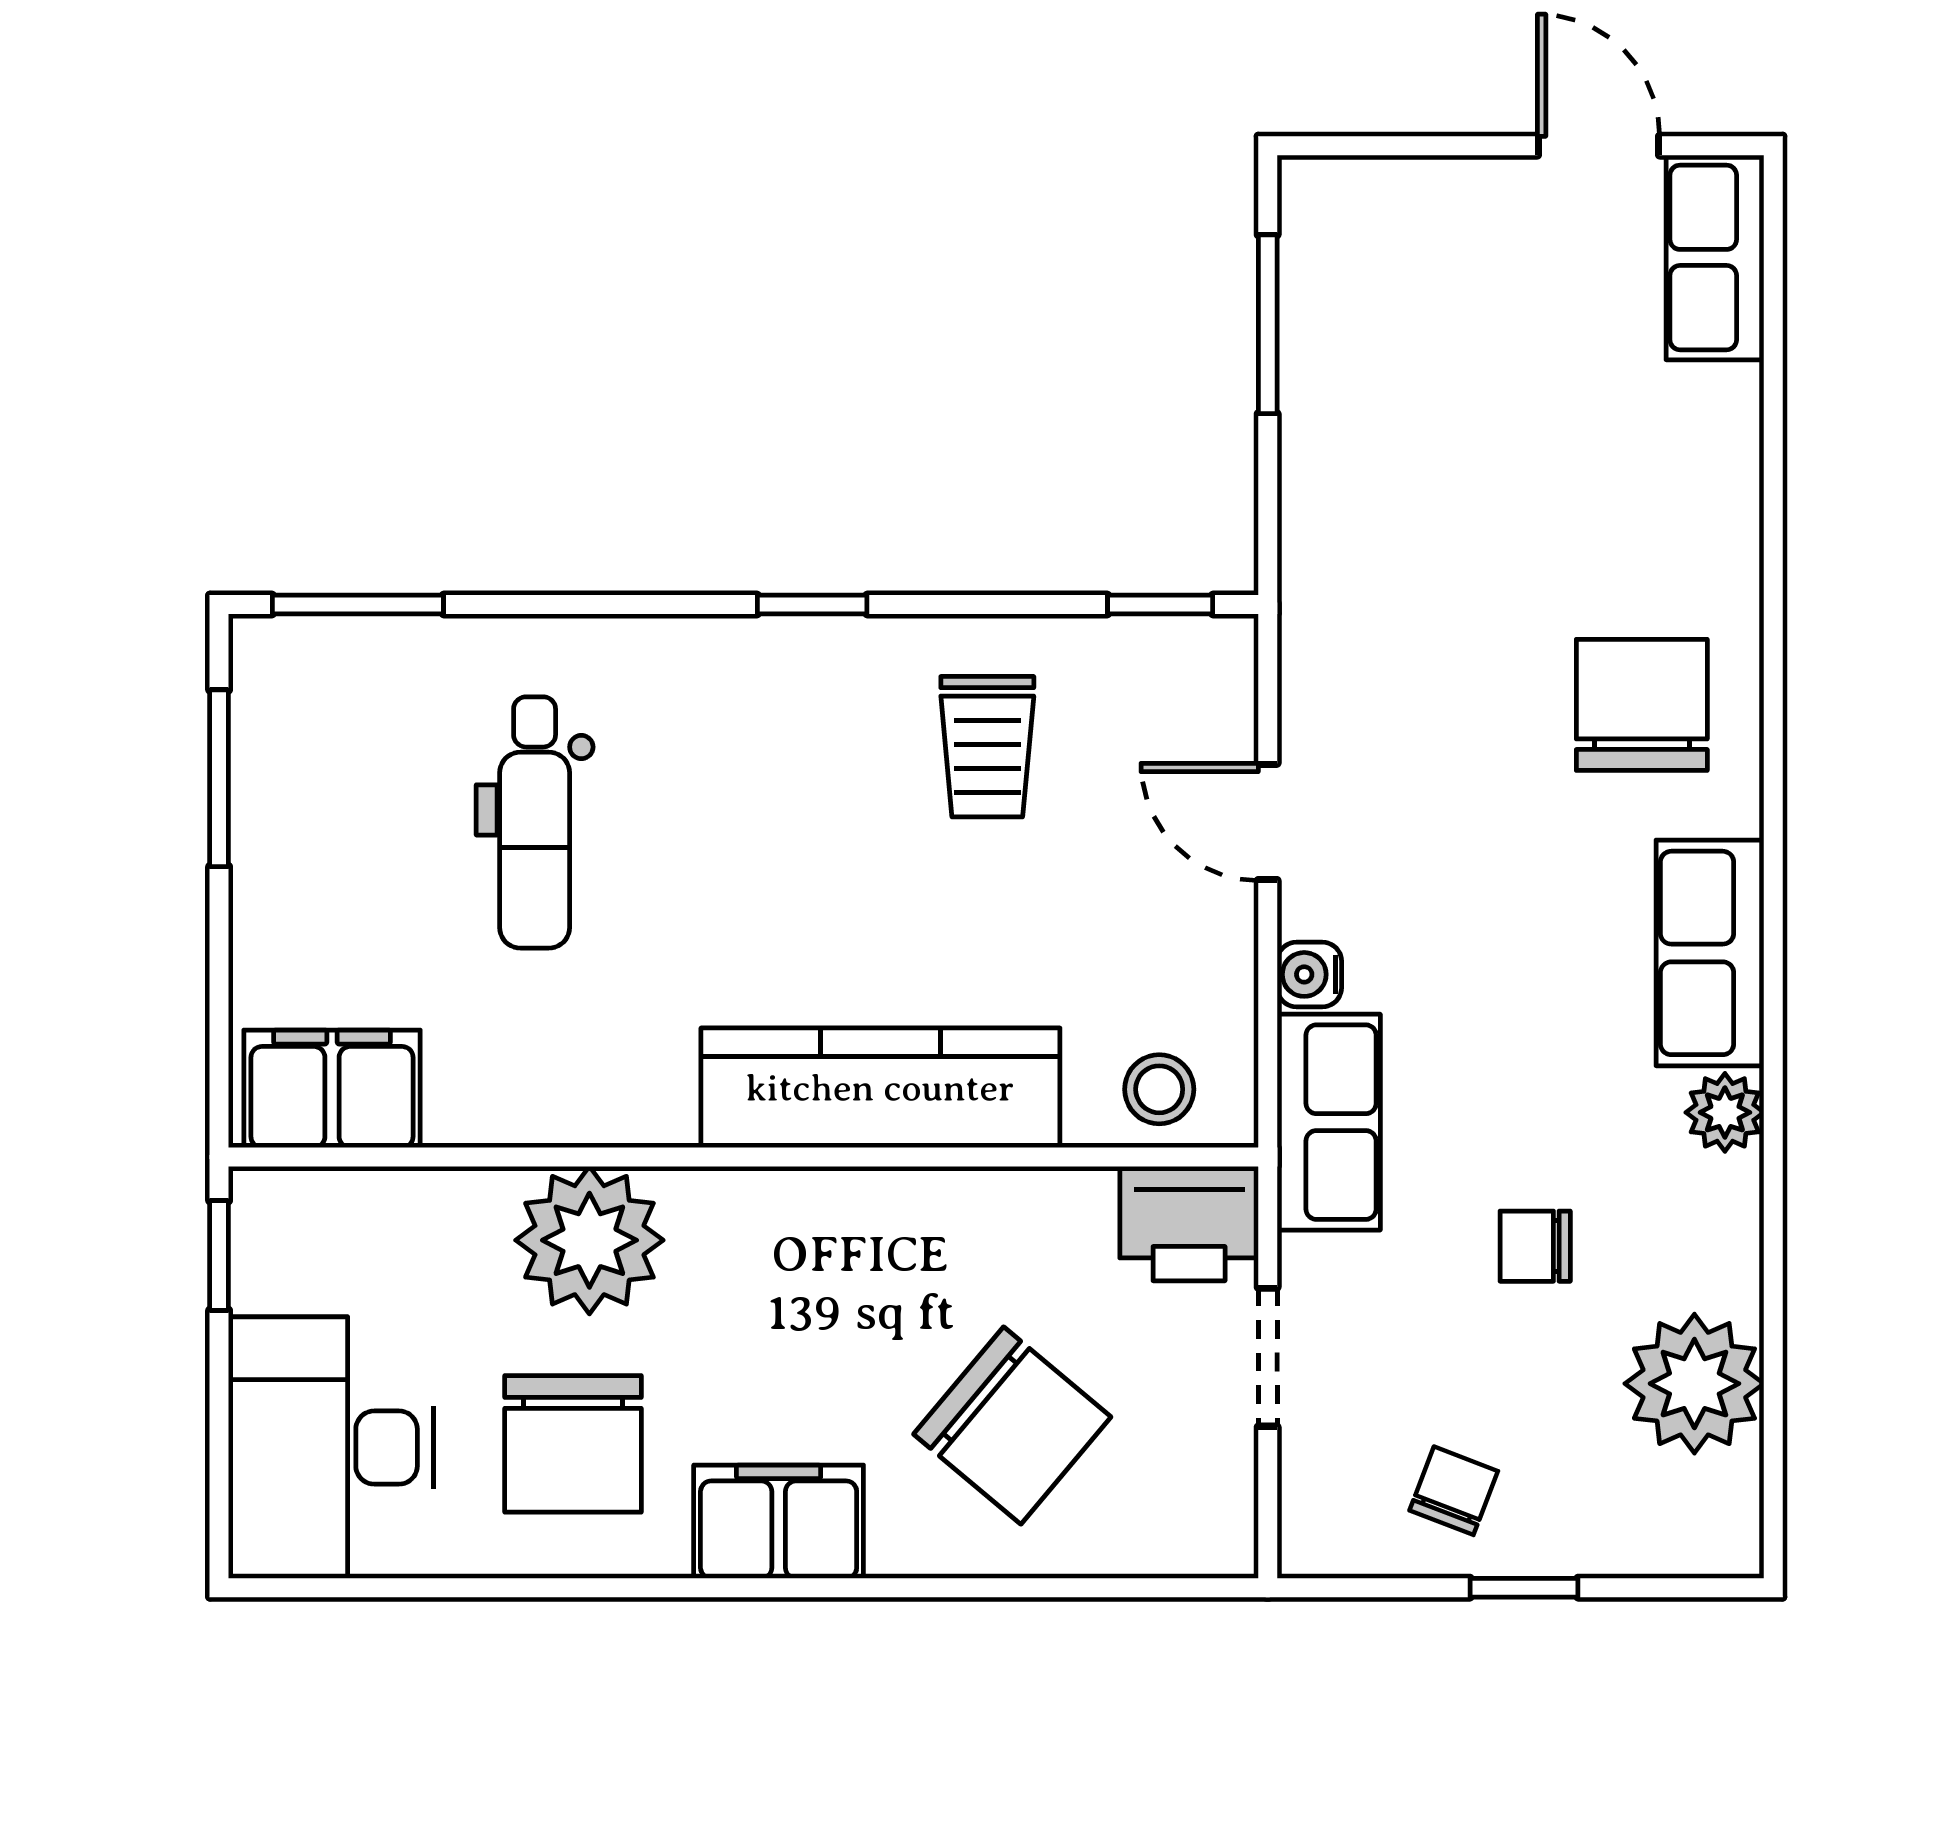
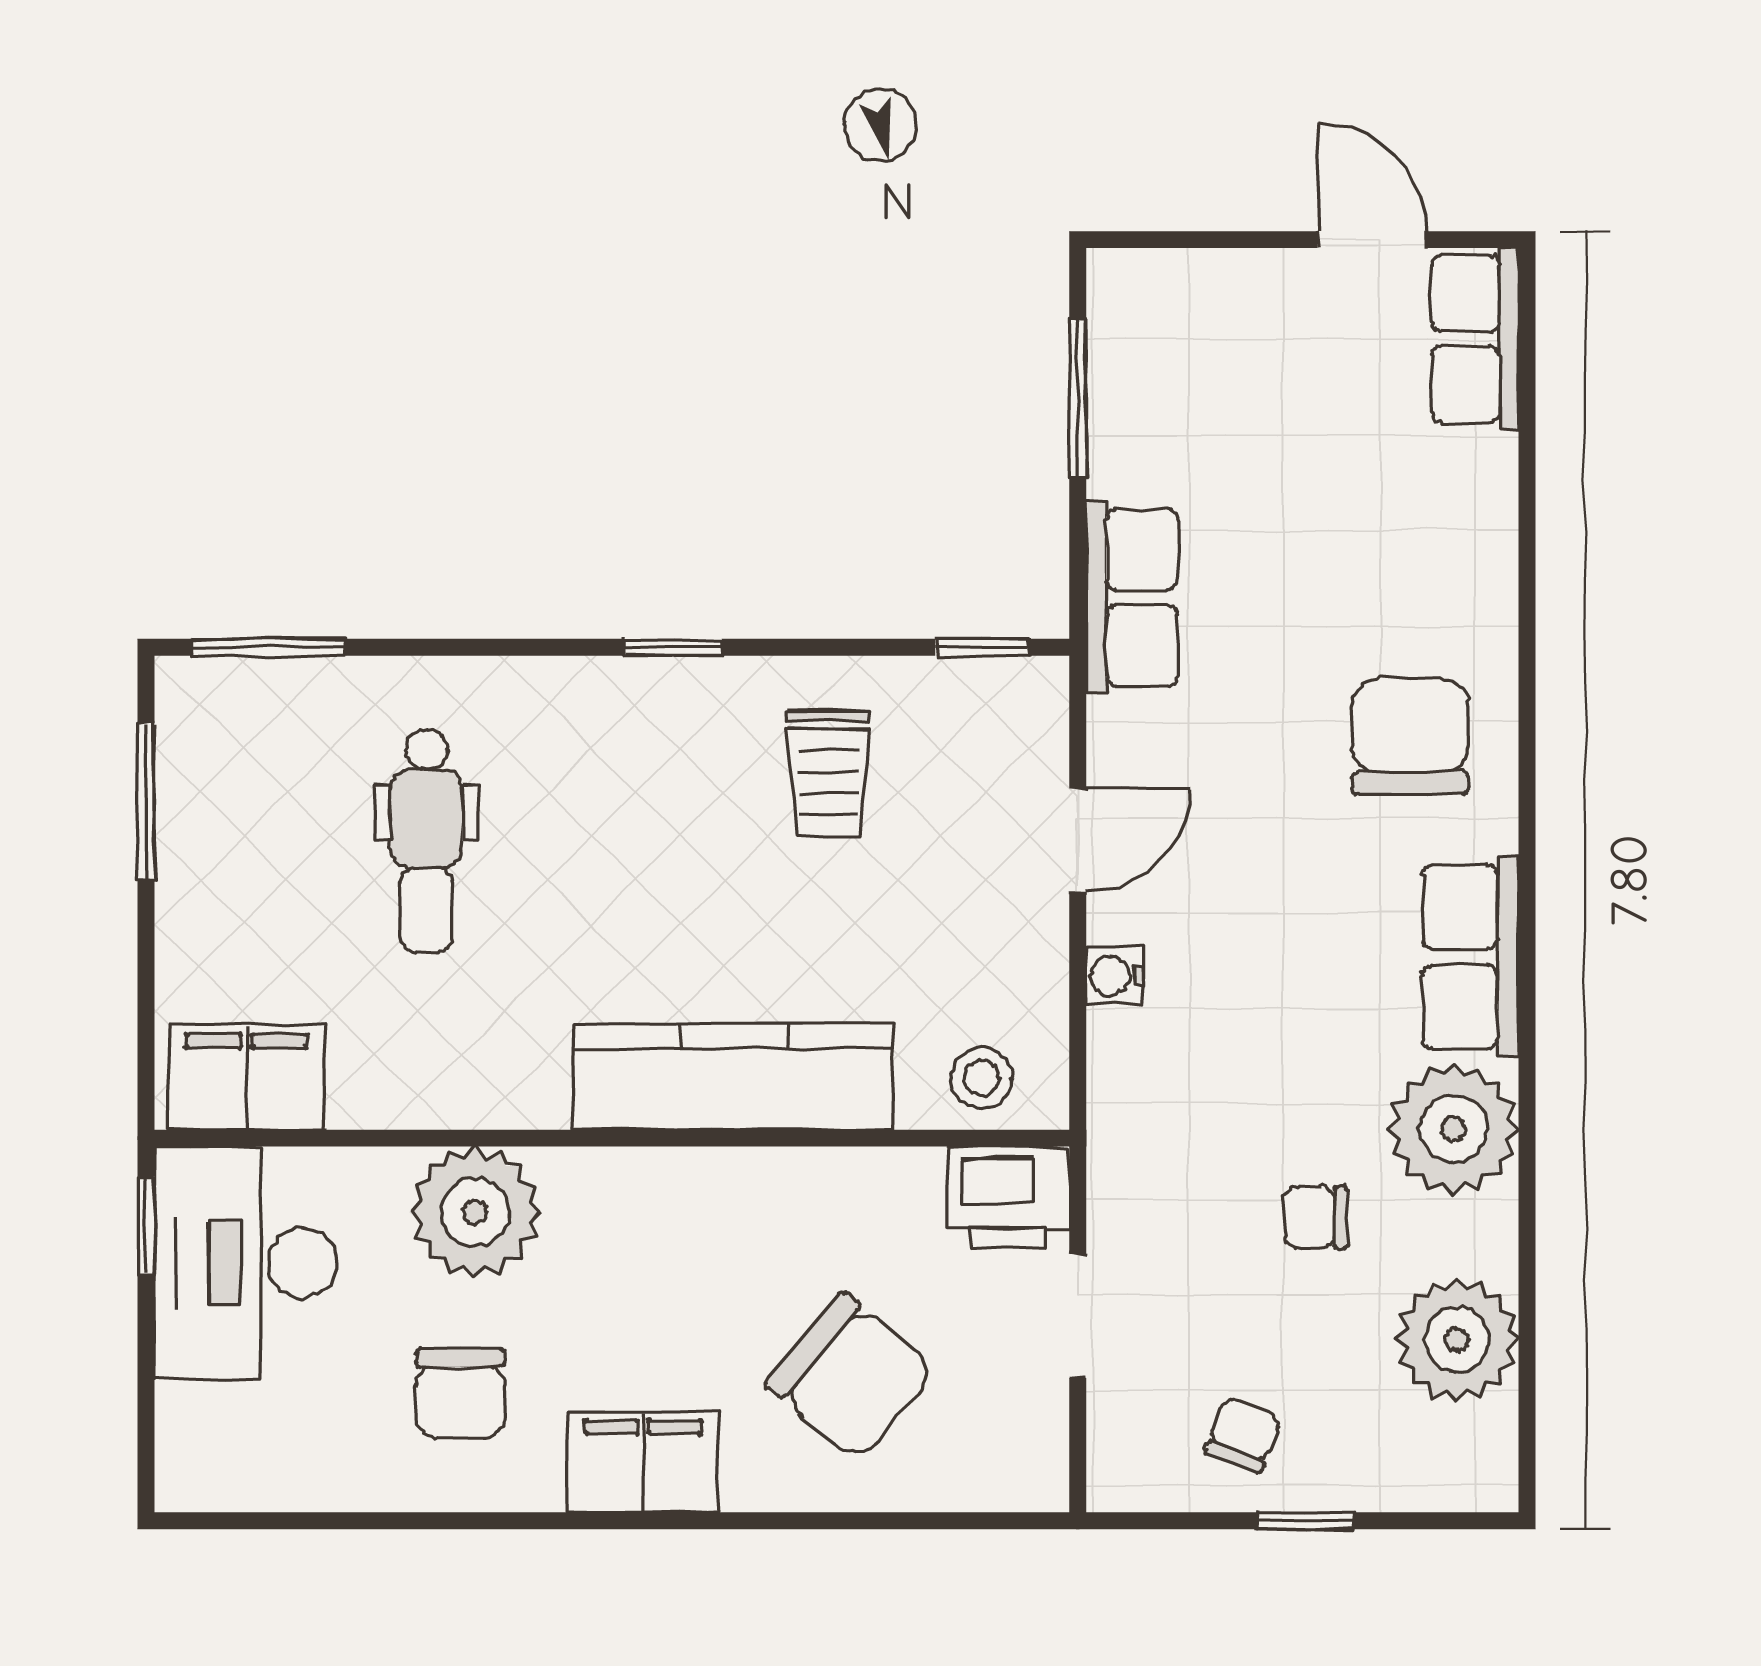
door: (1268, 822) -> (1078, 840), swing flipped
plant: (1725, 1112) -> (1454, 1129), width x1.88, depth x1.88
row of seats: (1329, 1122) -> (1132, 598), moved
chair: (573, 1444) -> (460, 1393), width x0.73, depth x0.73
desk: (331, 1448) -> (246, 1263), moved

